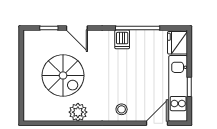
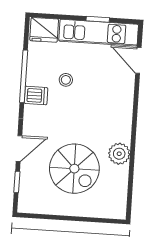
spiral stairs: (63, 75) -> (74, 169), turned 90
stool: (122, 109) -> (66, 80), moved

